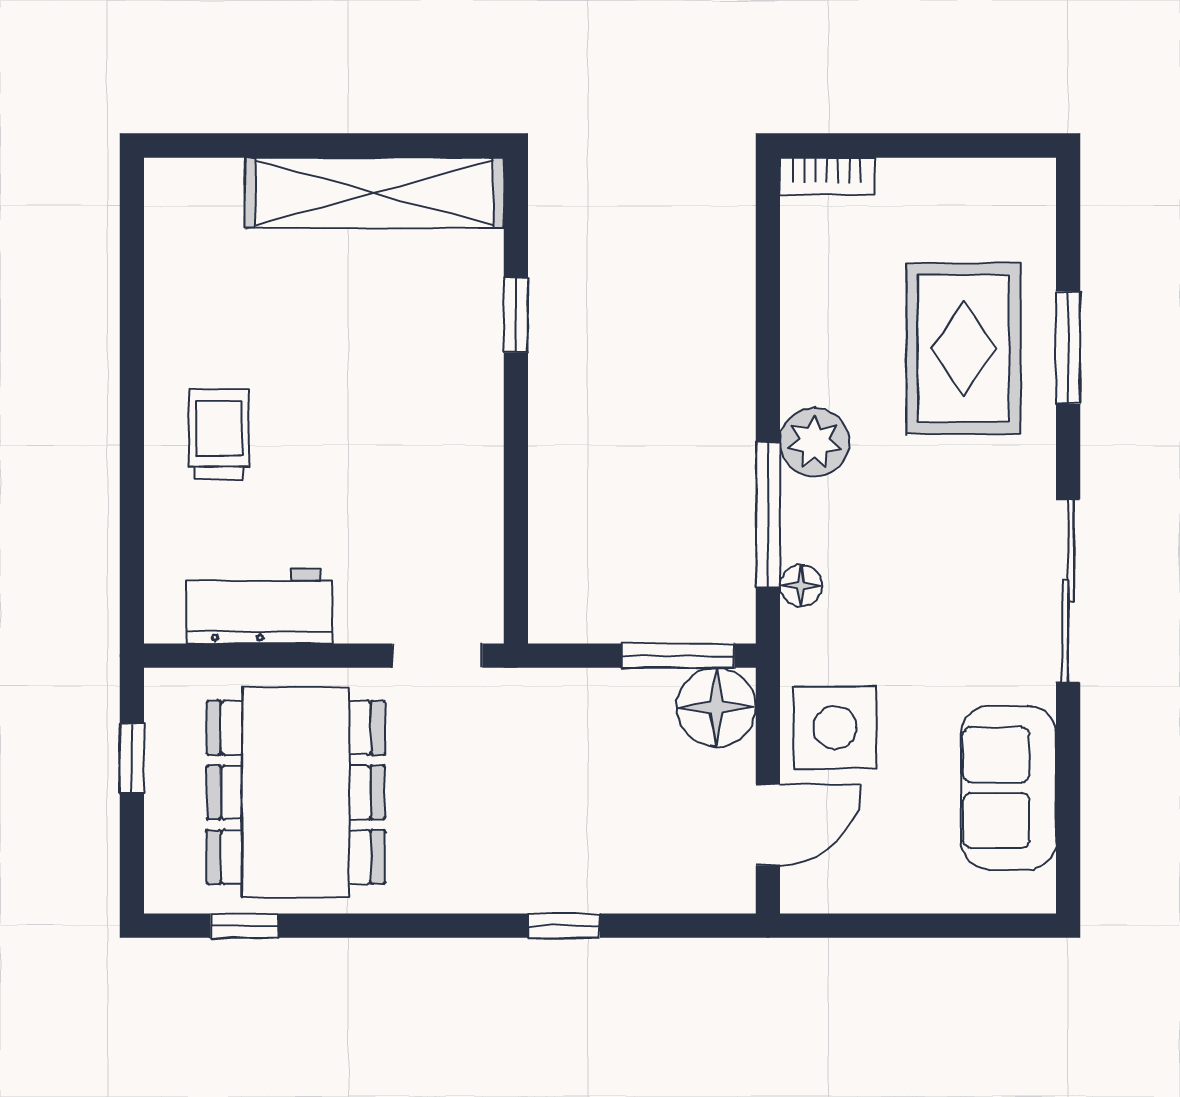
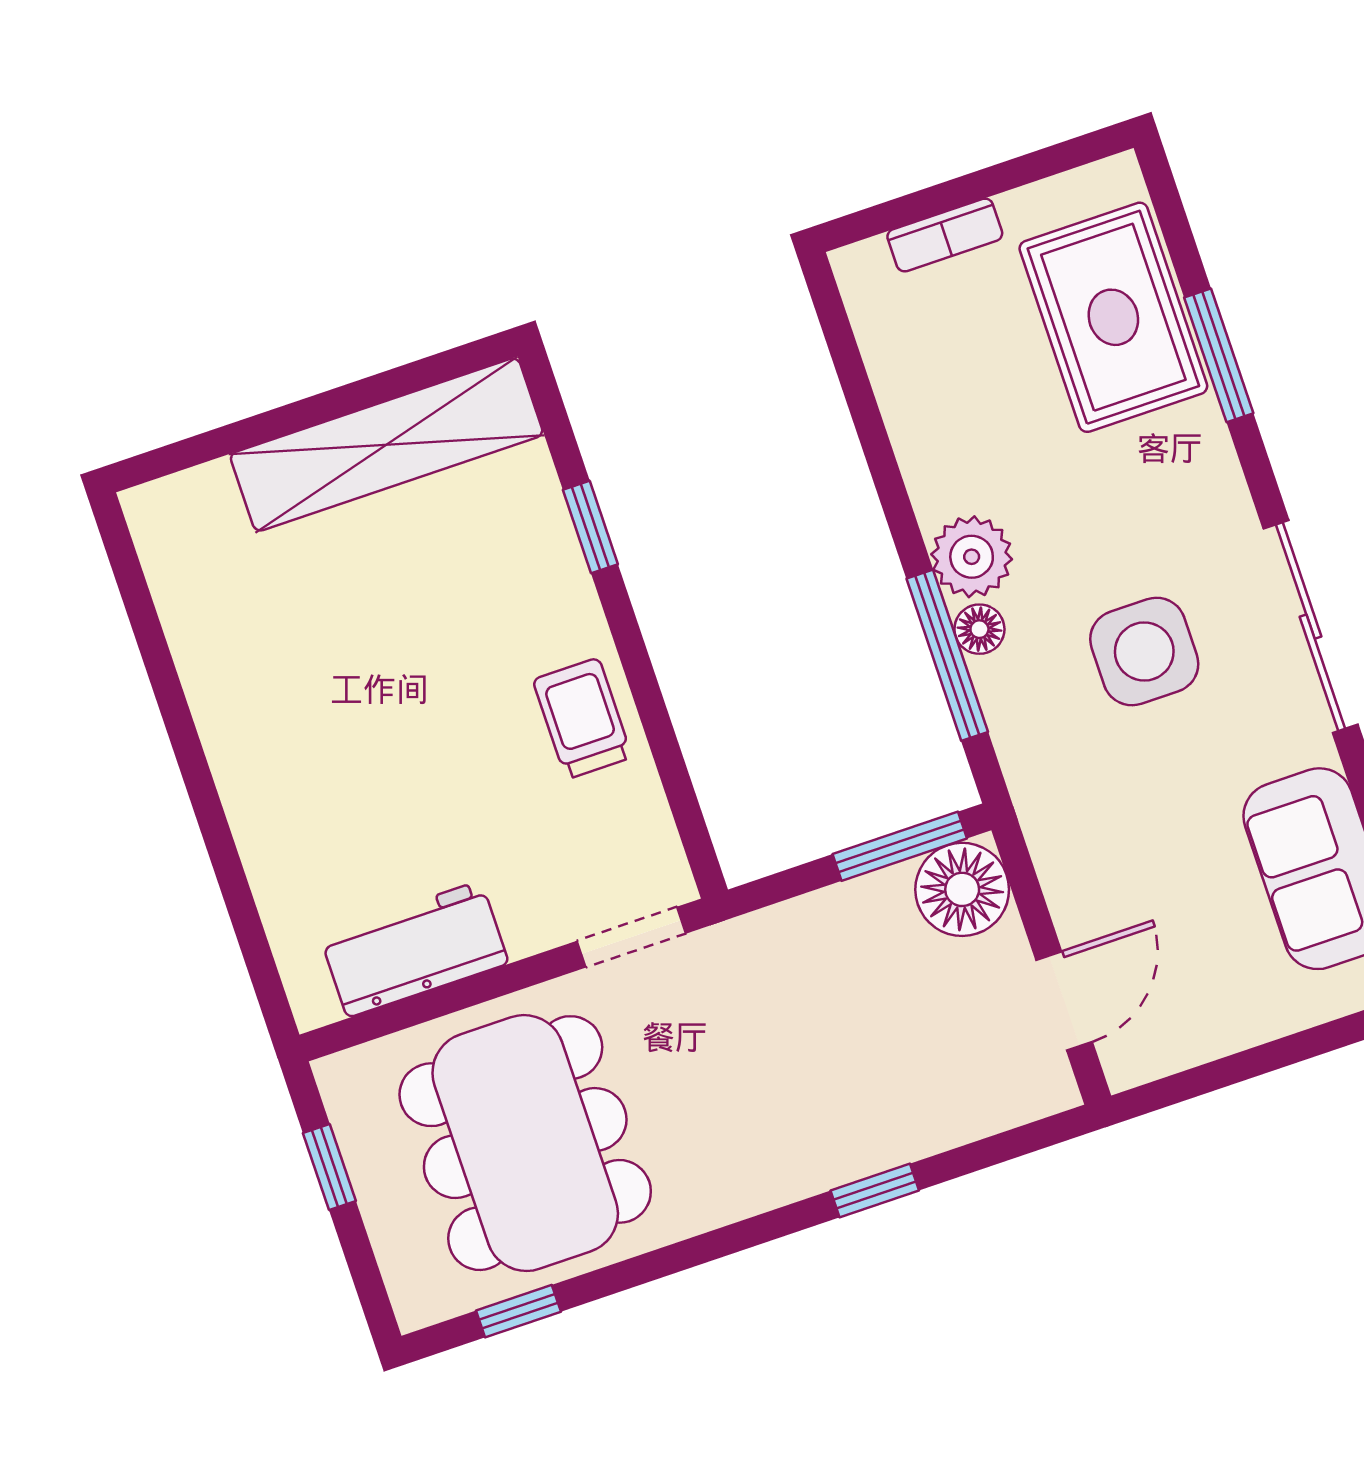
bookcase: (827, 176) -> (945, 235), moved
rug: (964, 349) -> (1113, 317), moved
trolley: (219, 434) -> (582, 718), moved
floor lamp: (801, 586) -> (979, 629), moved
side table: (835, 728) -> (1144, 652), moved

